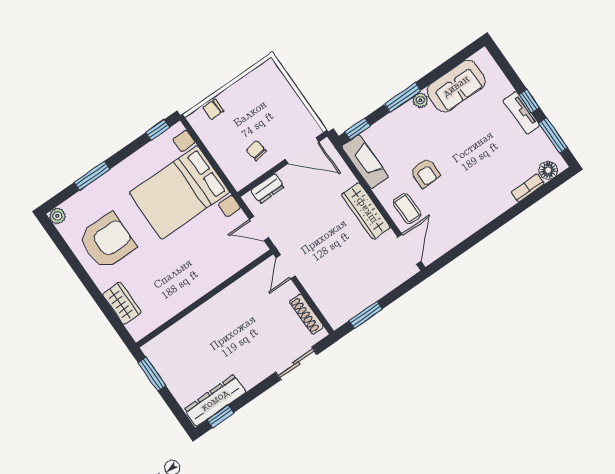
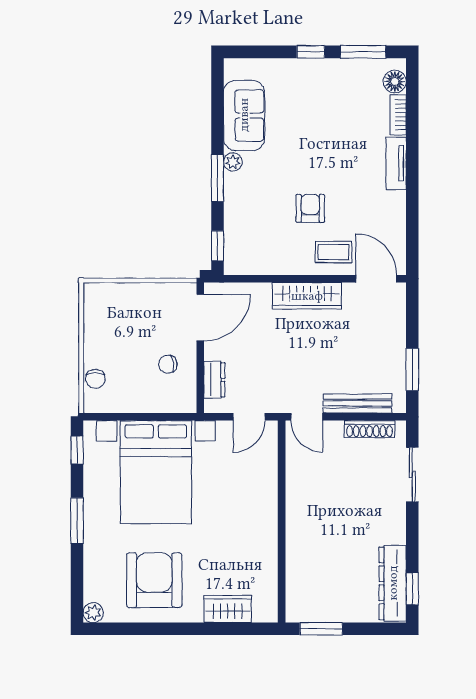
tv unit: (521, 113) -> (396, 163), moved, turned 90
fireplace: (365, 162) -> (256, 262), removed
armchair: (425, 173) -> (310, 208), turned -90
window: (92, 176) -> (77, 521), moved
bench: (318, 294) -> (357, 403), added

